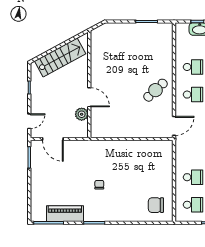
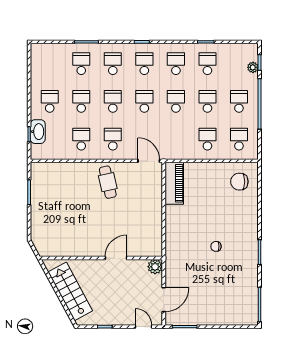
cafe table: (155, 90) -> (108, 182), turned 30
plant: (82, 114) -> (155, 267), moved
chair: (156, 205) -> (239, 182), turned 90
piano: (65, 214) -> (174, 183), moved, turned 180

